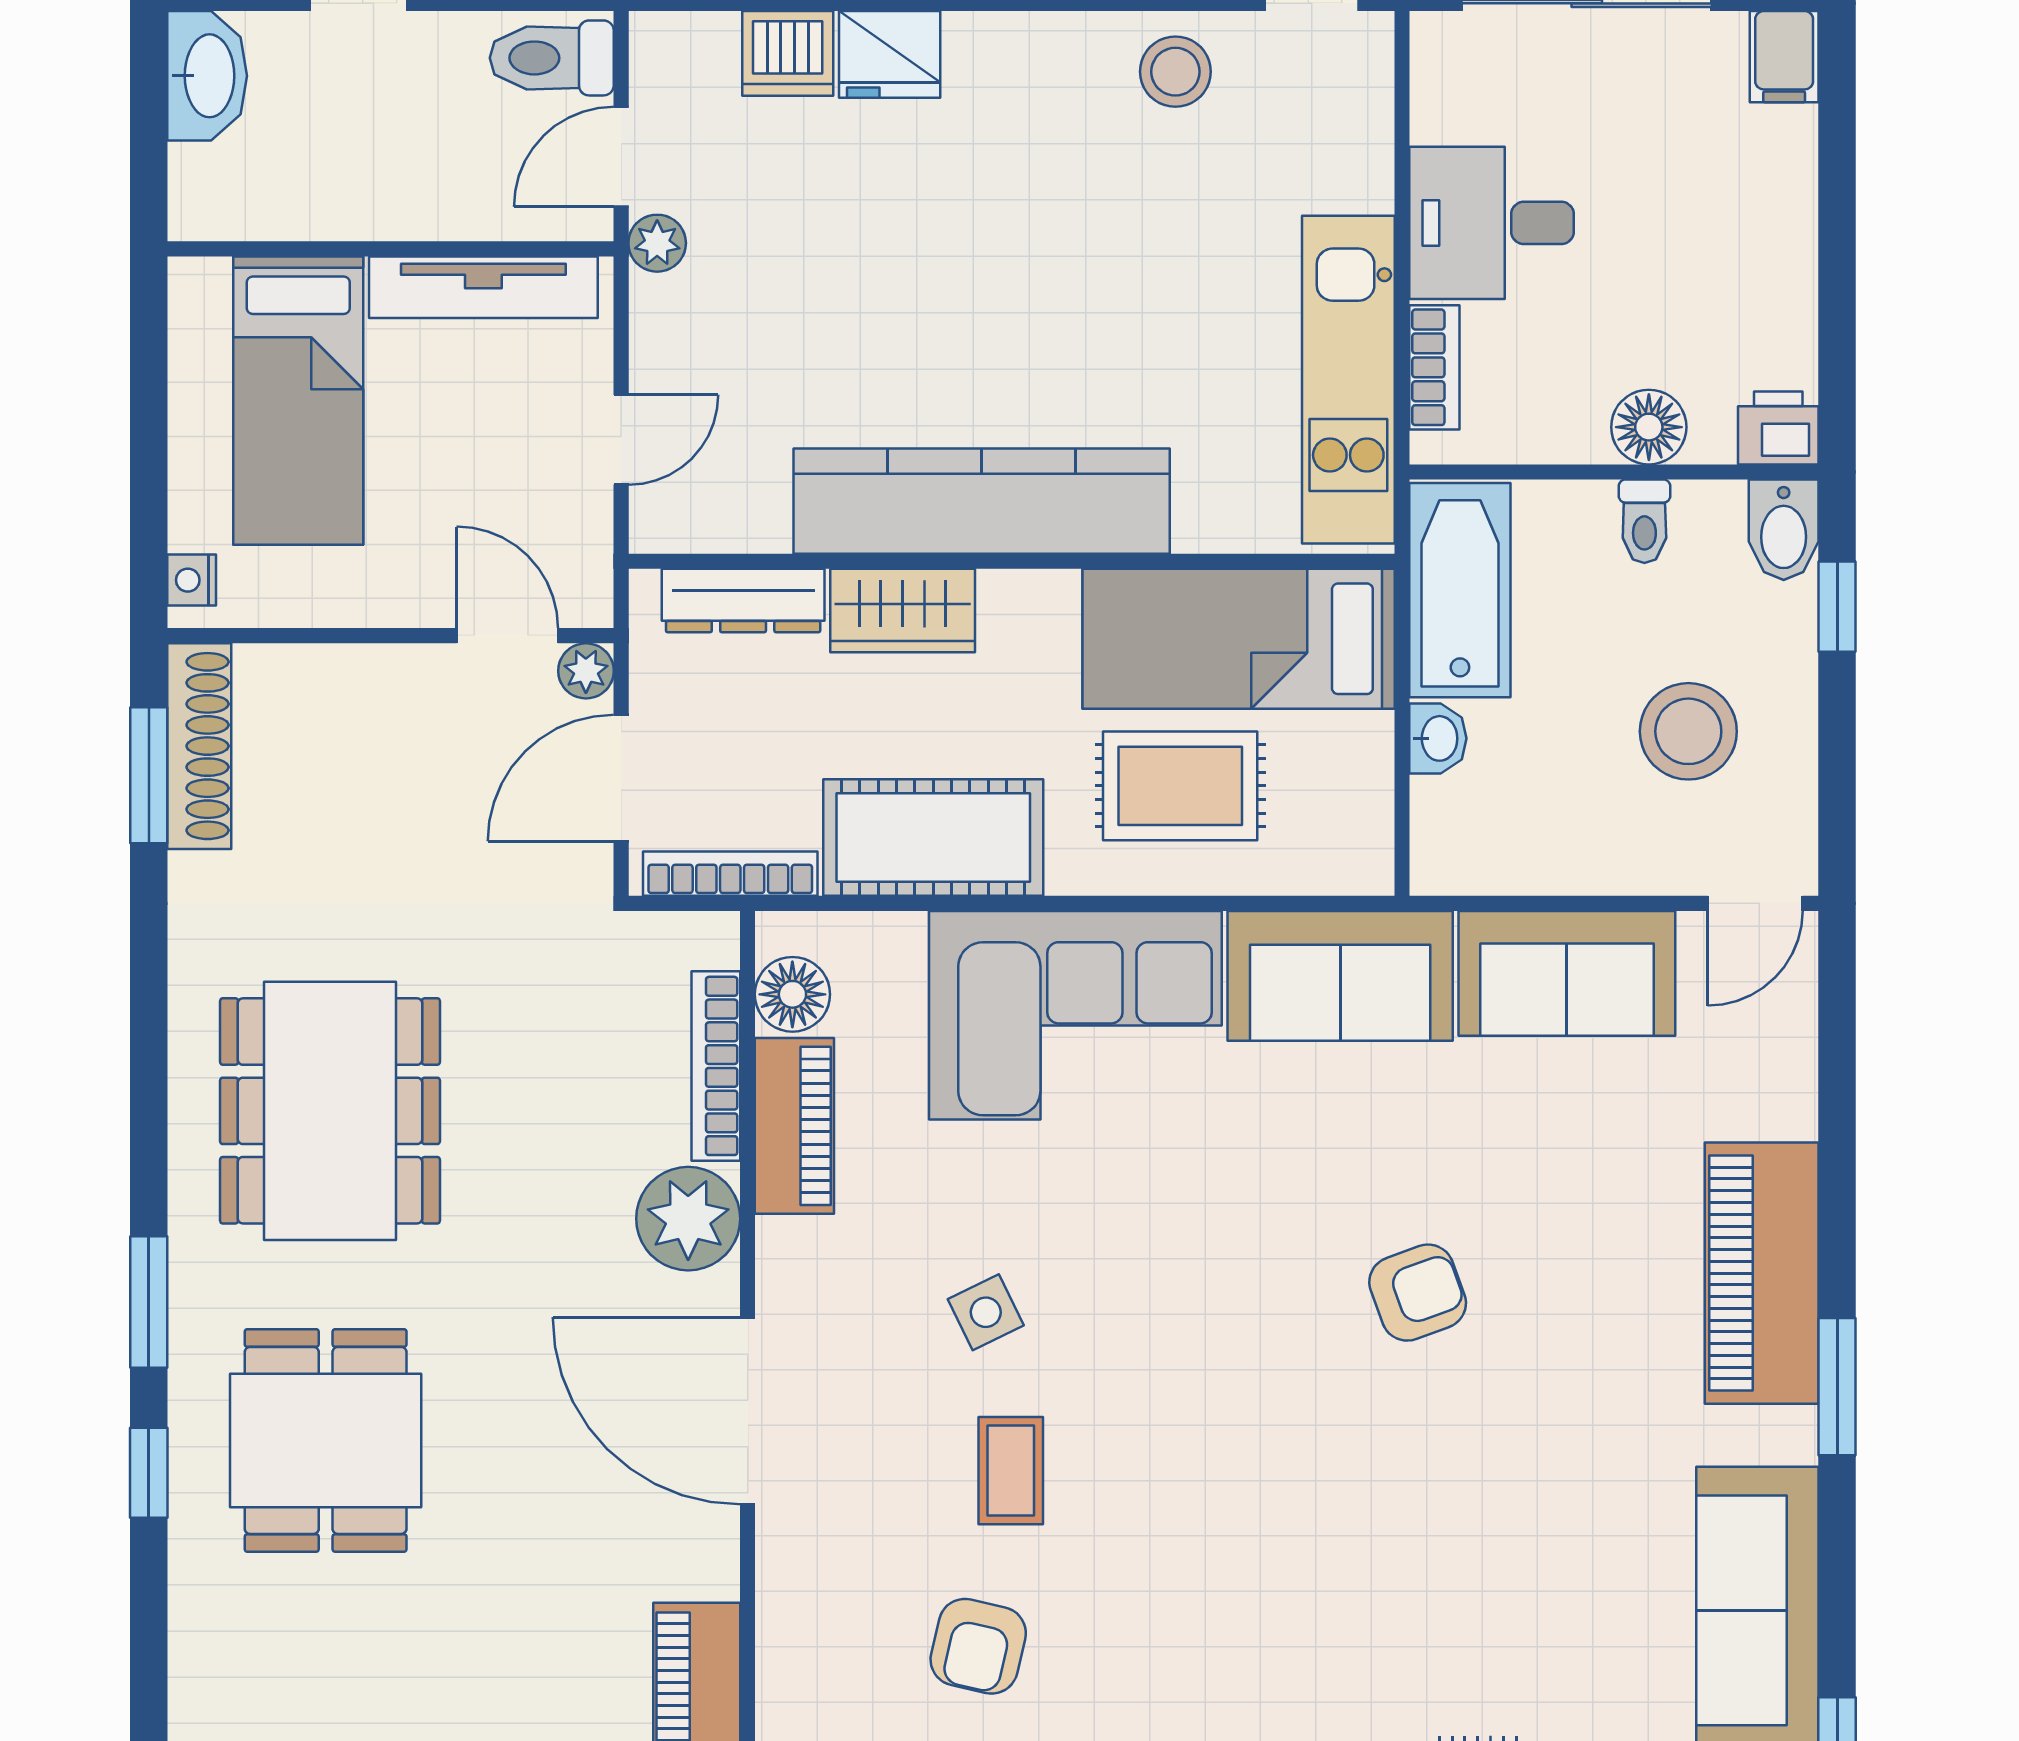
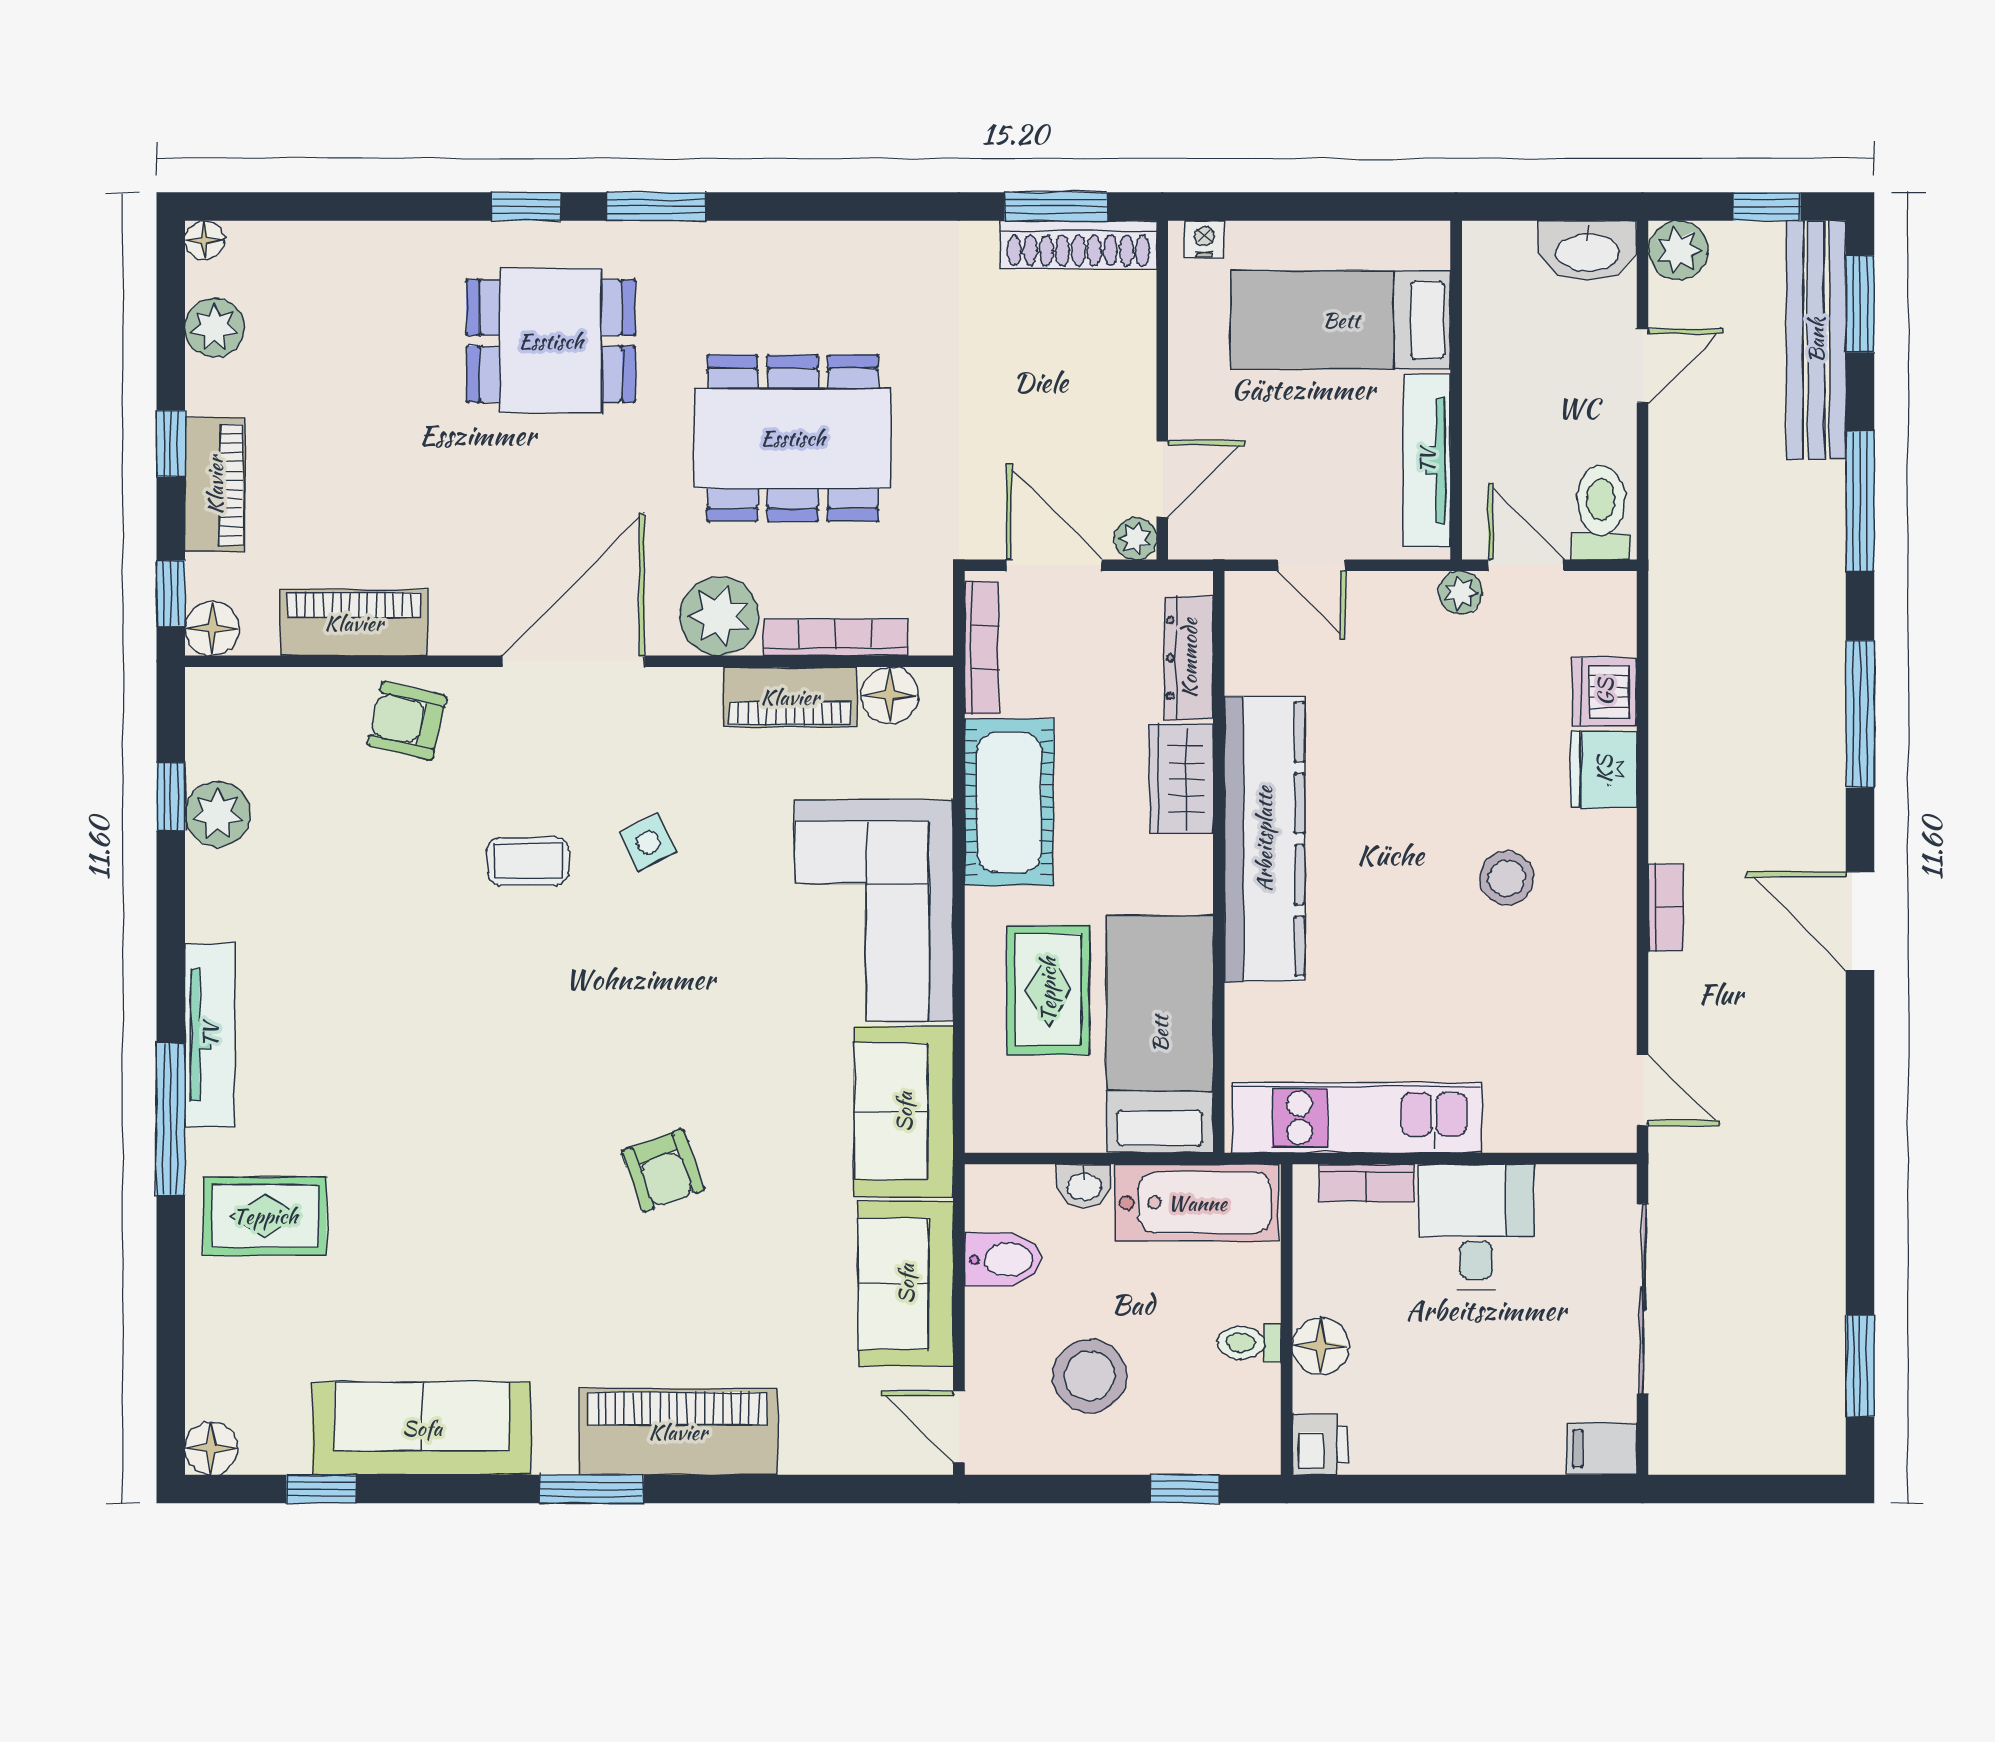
stool: (1175, 72) -> (1507, 878), moved
bidet: (1784, 530) -> (1003, 1260), moved, turned 180
dining table: (330, 1111) -> (793, 438), moved
armchair: (978, 1646) -> (407, 721), moved

